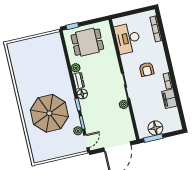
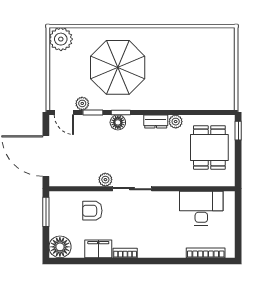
armchair: (147, 69) -> (92, 211), moved
floor lamp: (82, 94) -> (118, 122), moved
floor lamp: (155, 128) -> (60, 247), moved
plant: (40, 154) -> (61, 39), added

